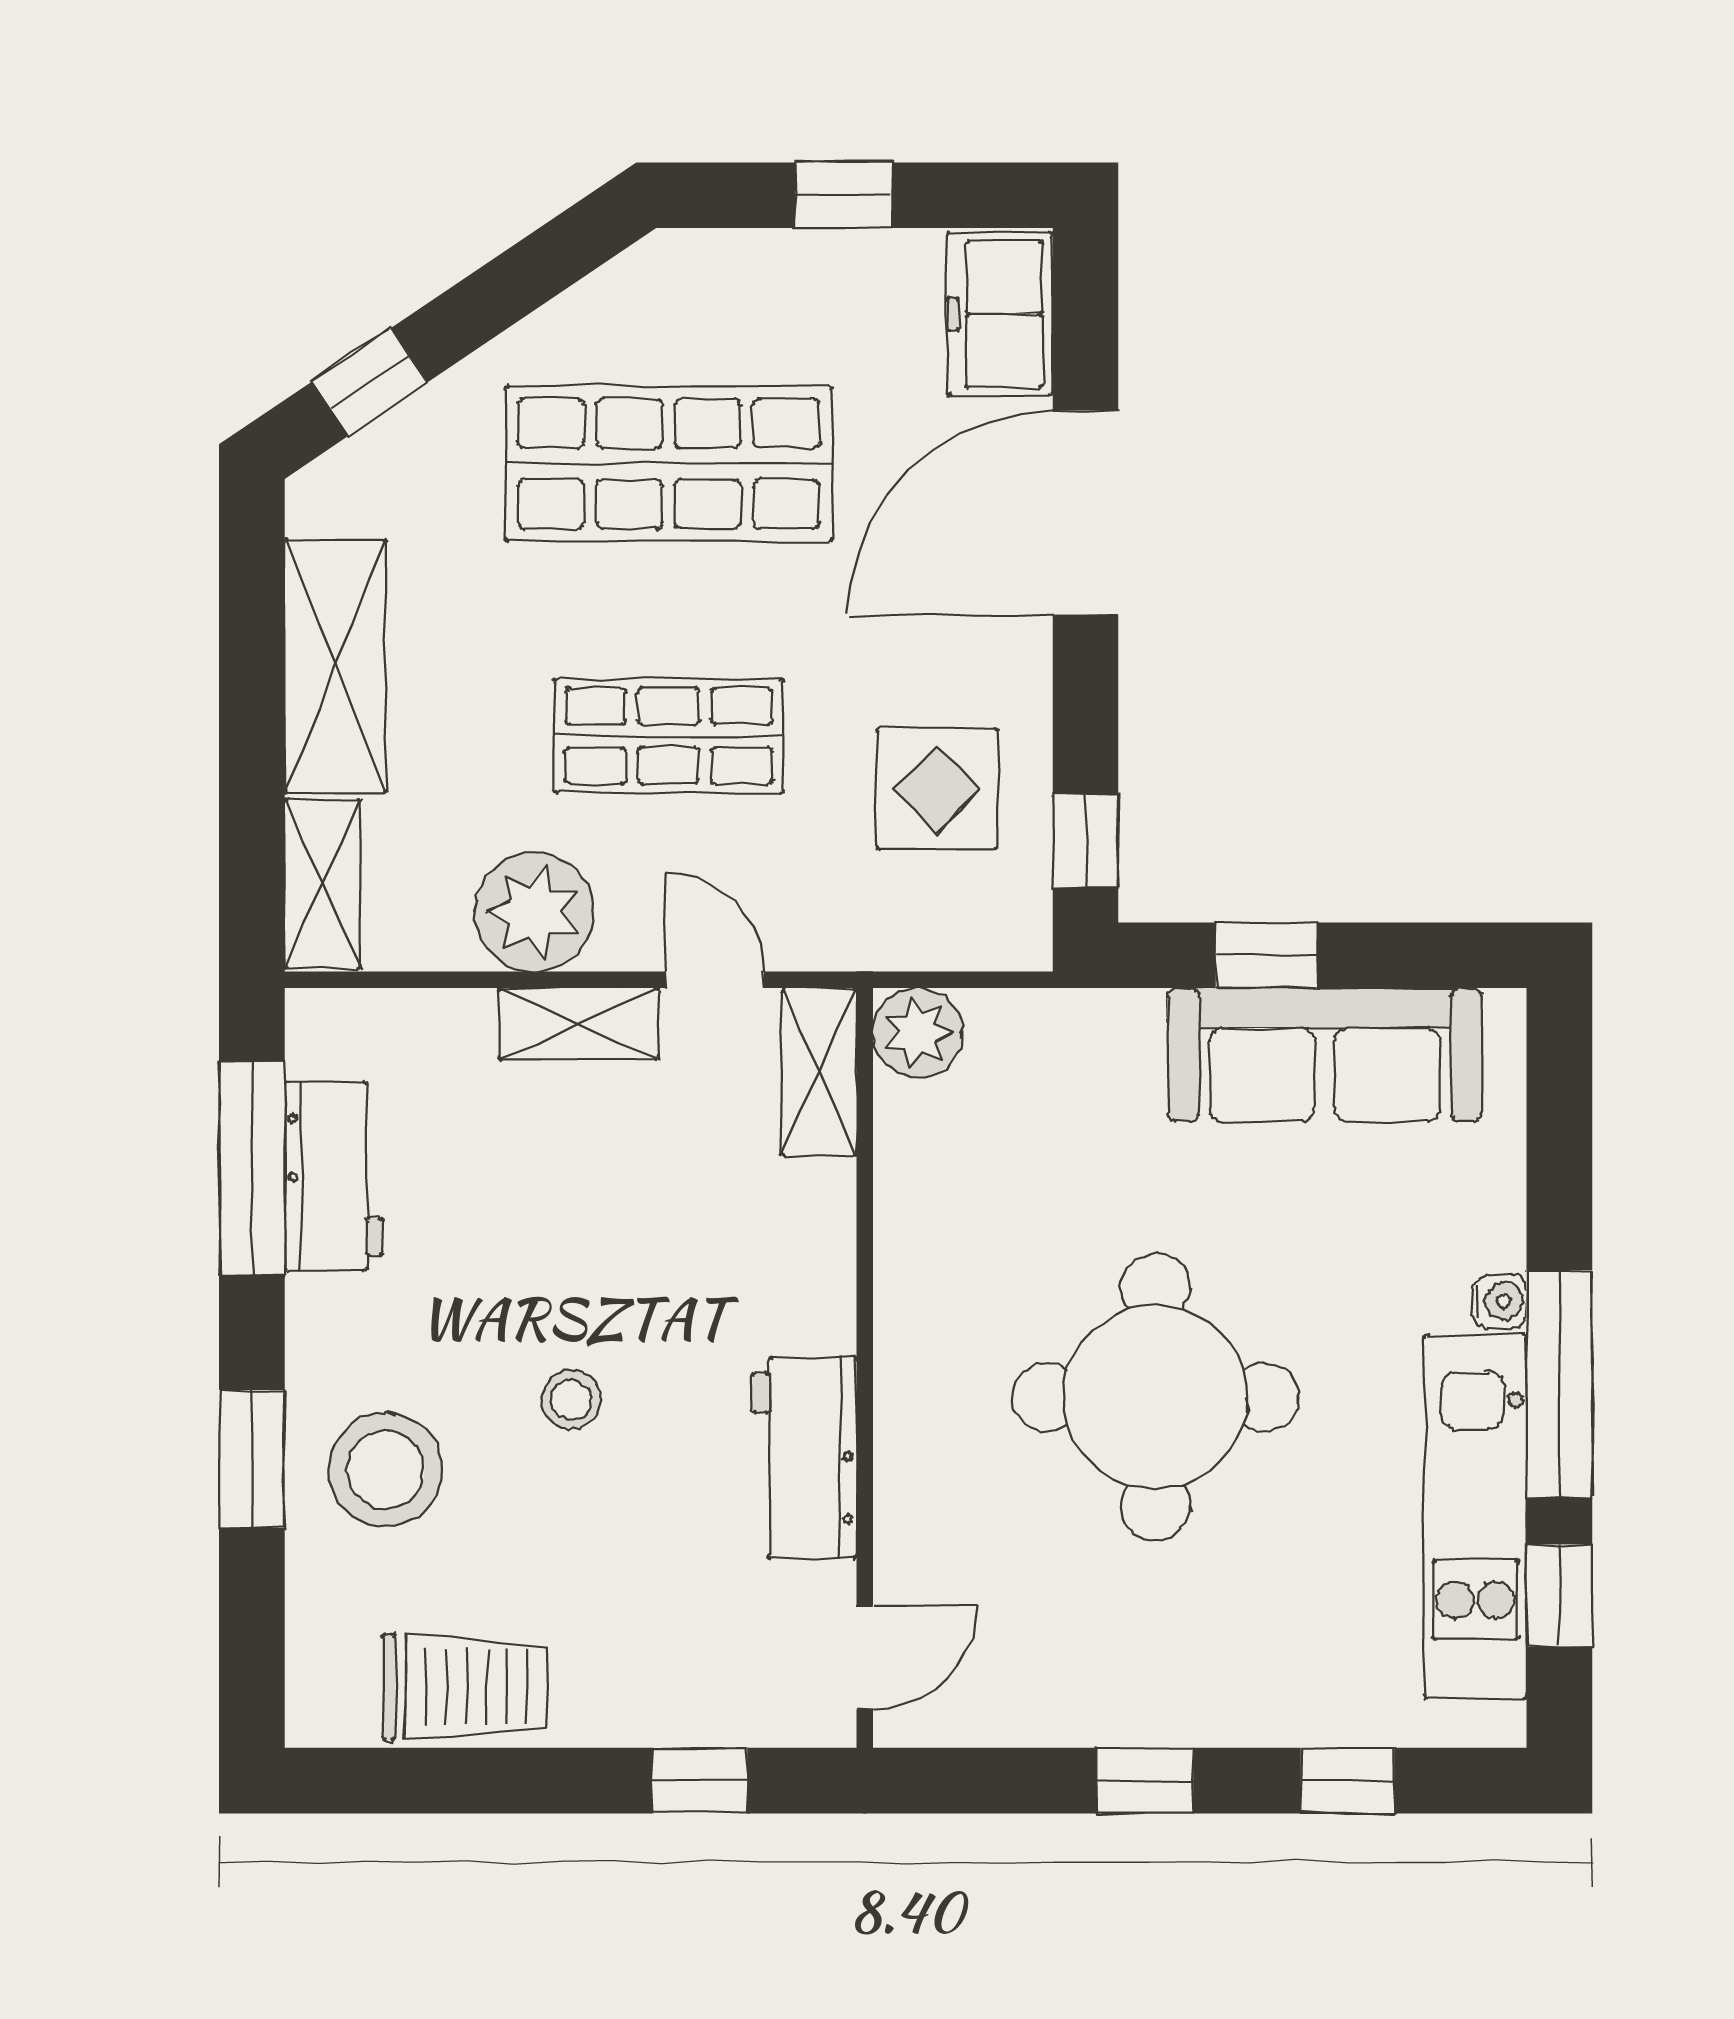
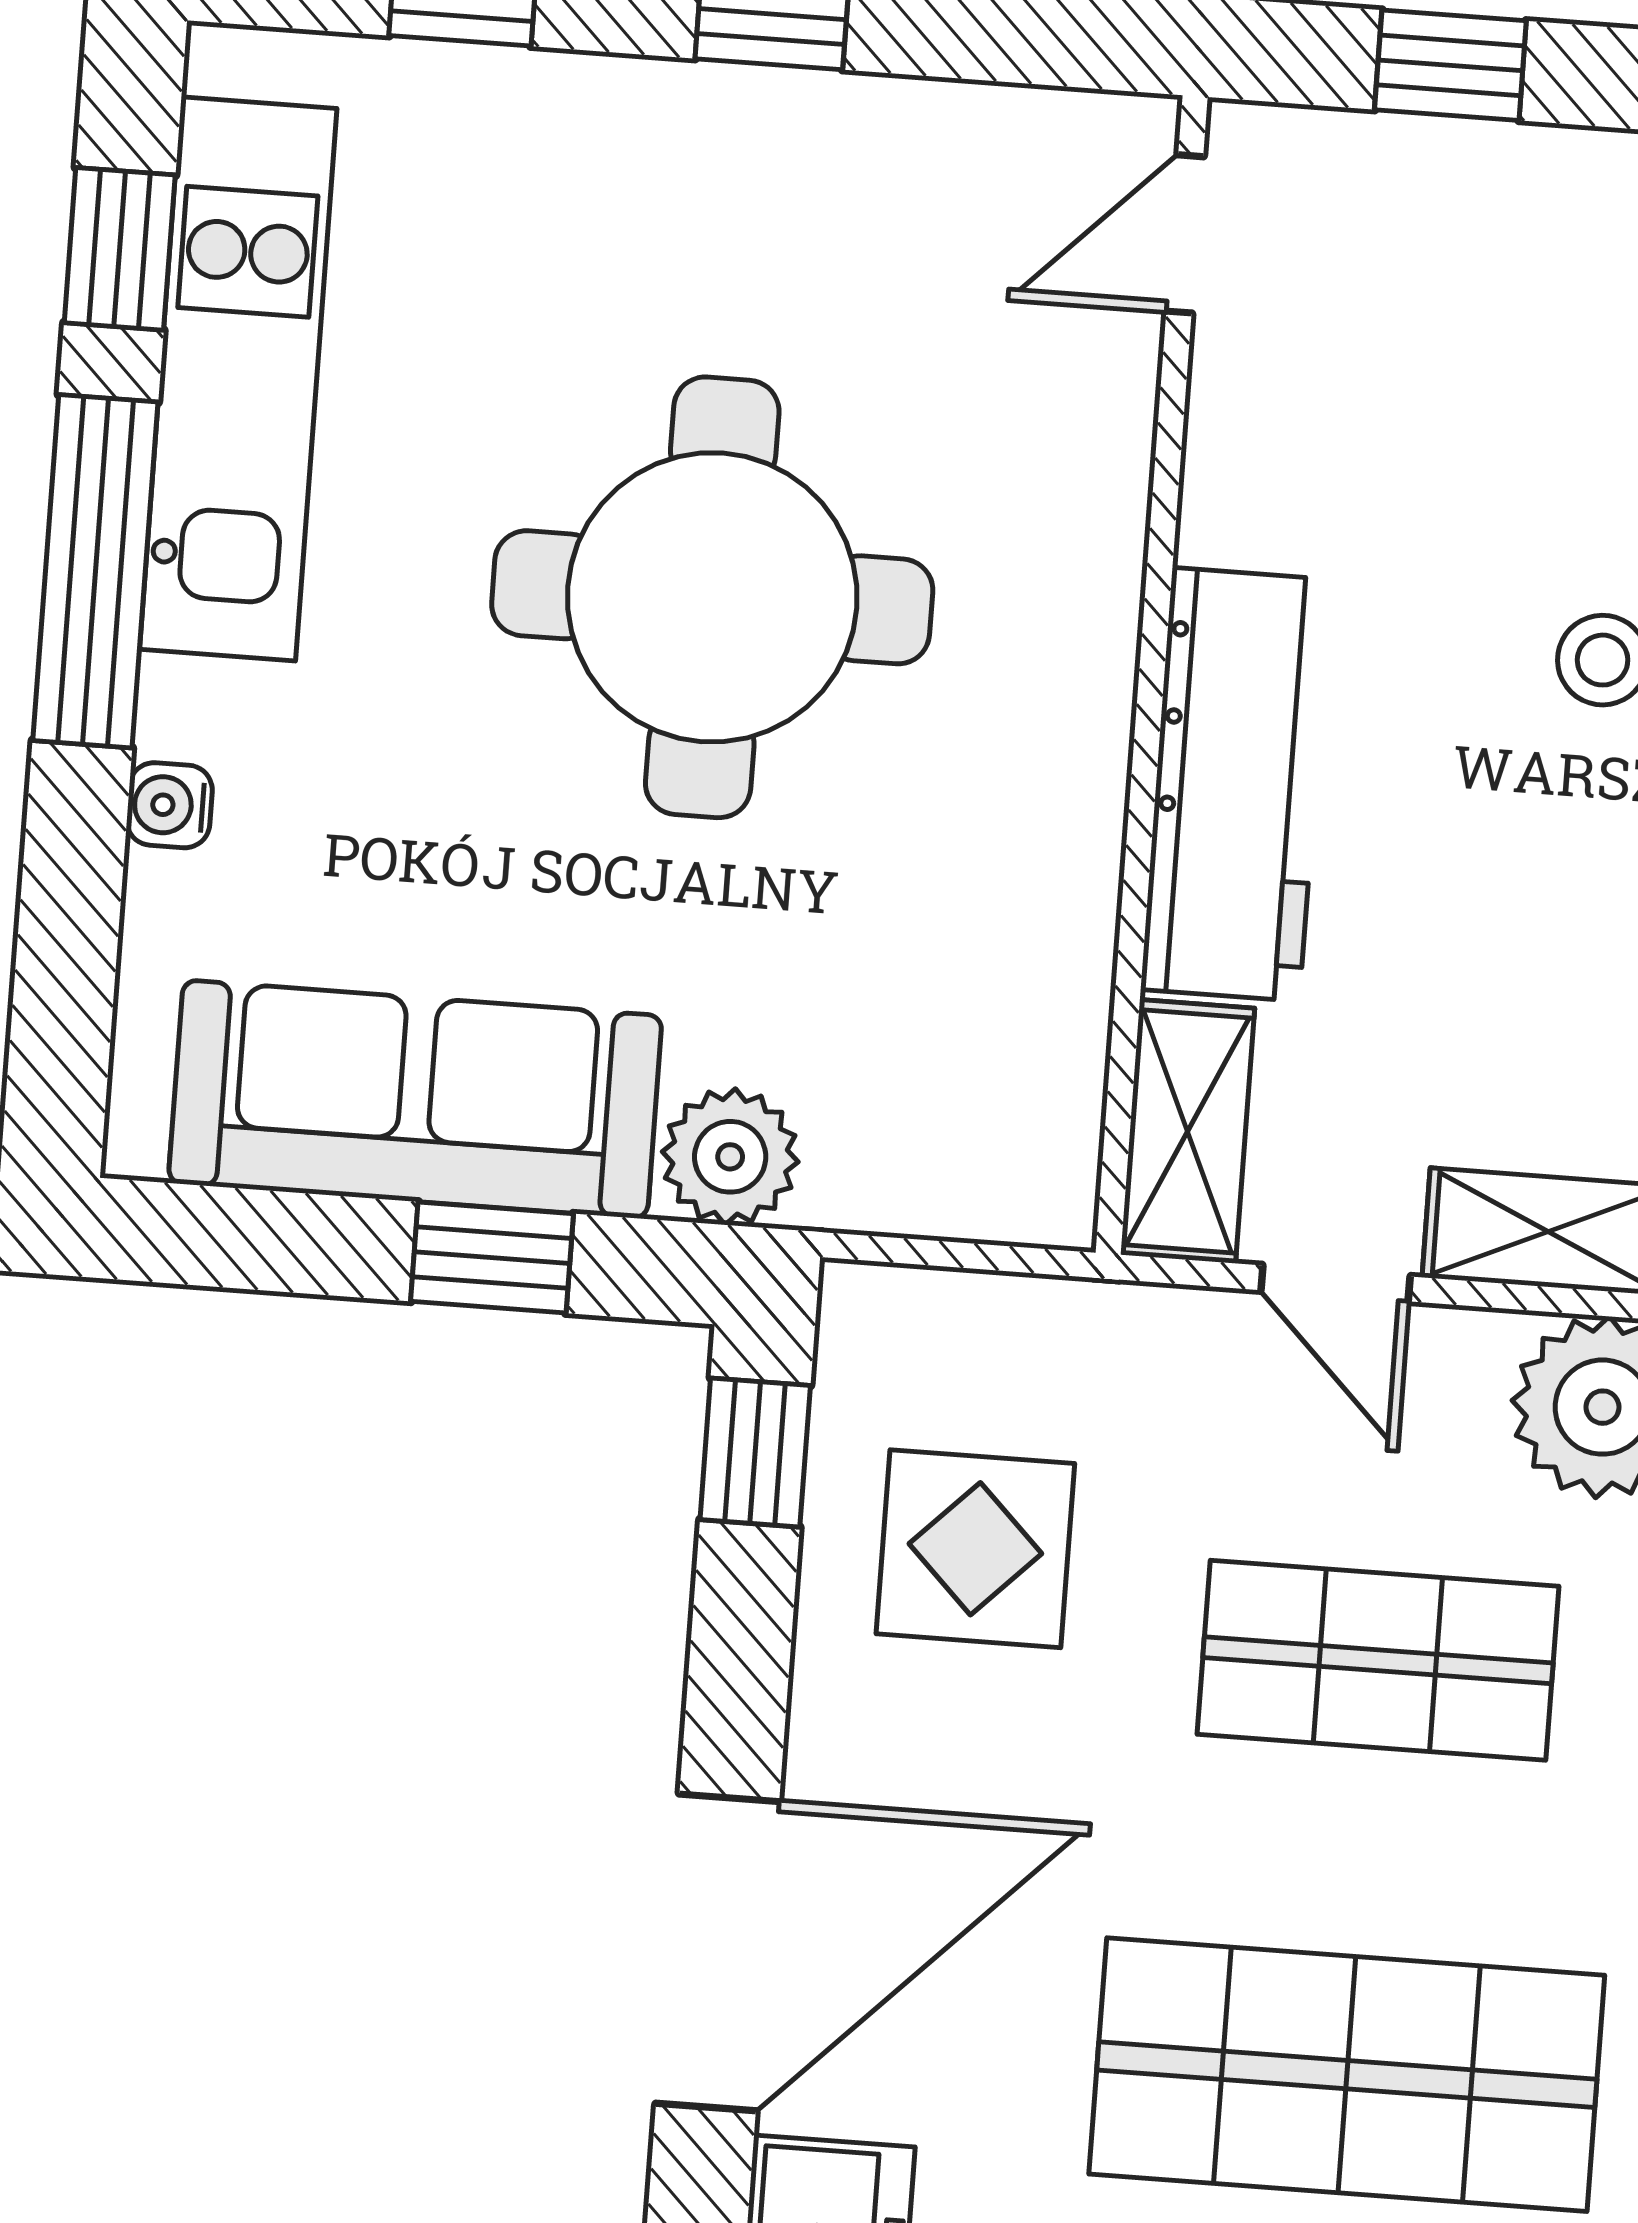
plant: (918, 1033) -> (730, 1157), moved
water cooler: (1500, 1301) -> (170, 805), moved
workbench: (805, 1458) -> (1236, 784), moved, width x1.37

